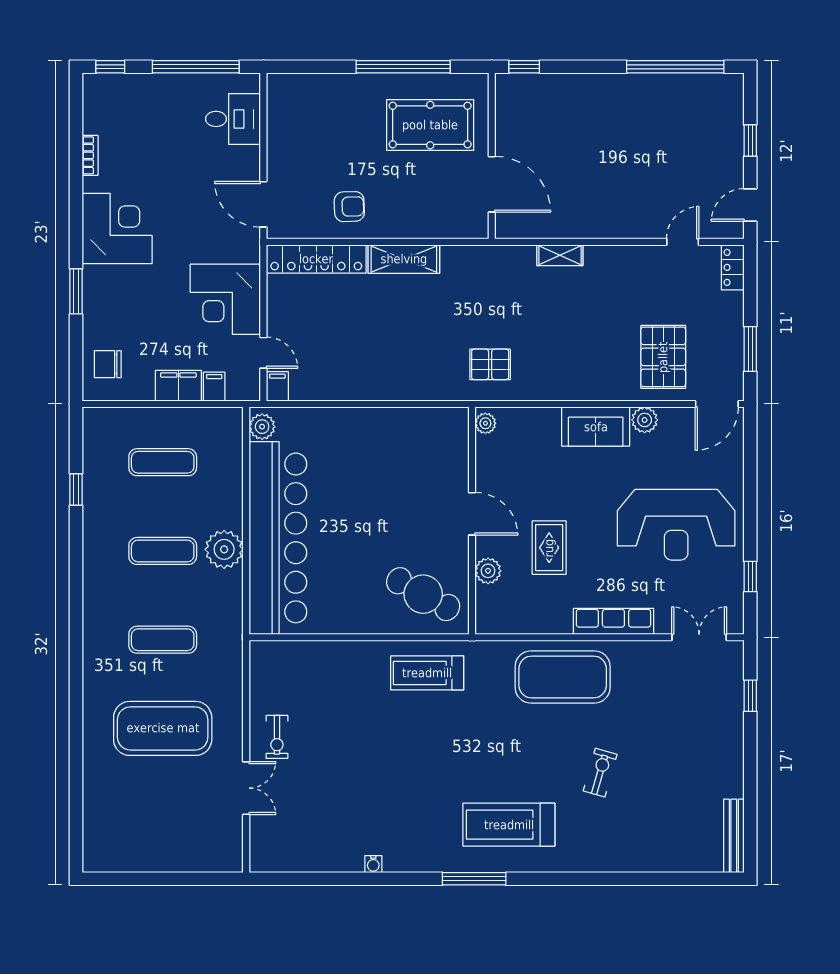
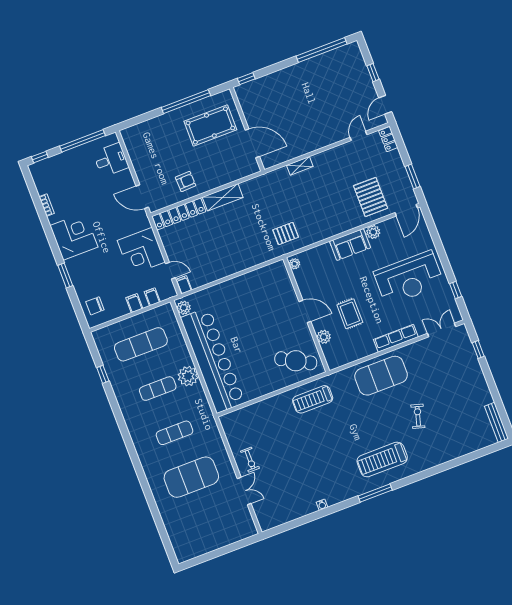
filing cabinet: (178, 386) -> (134, 303), width x0.50
exercise mat: (163, 462) -> (141, 344), width x1.36, depth x1.45

